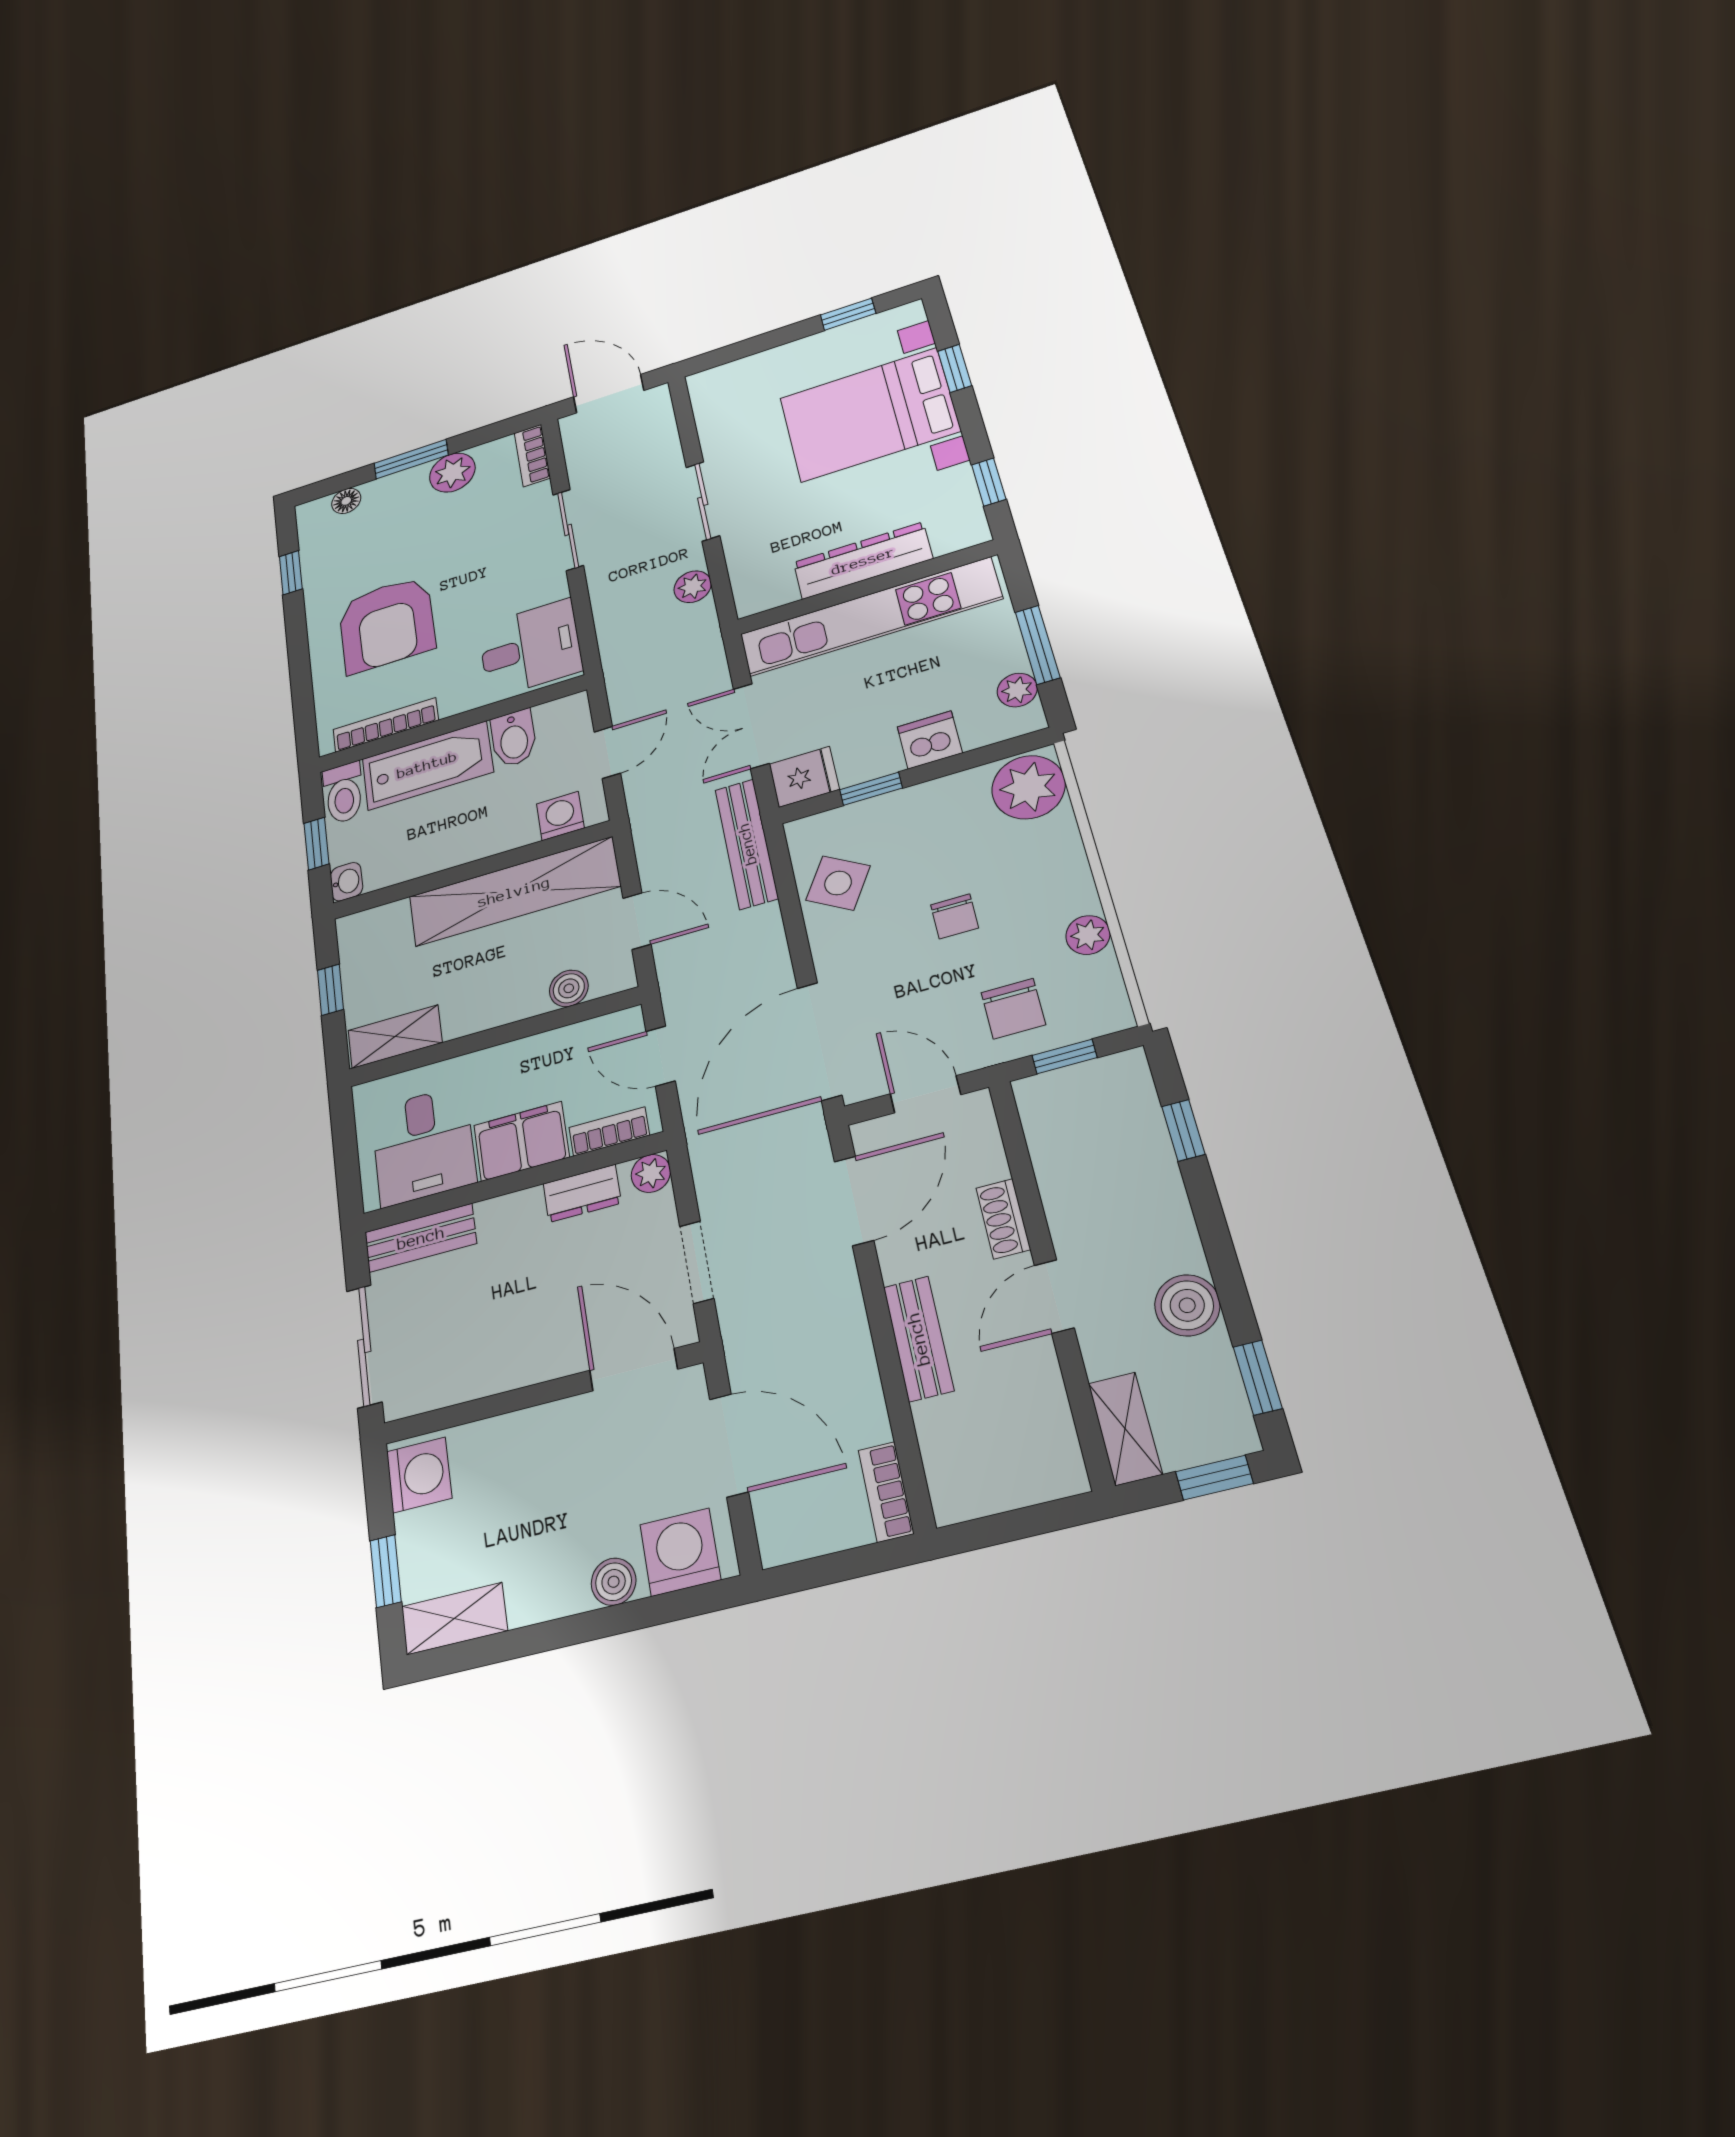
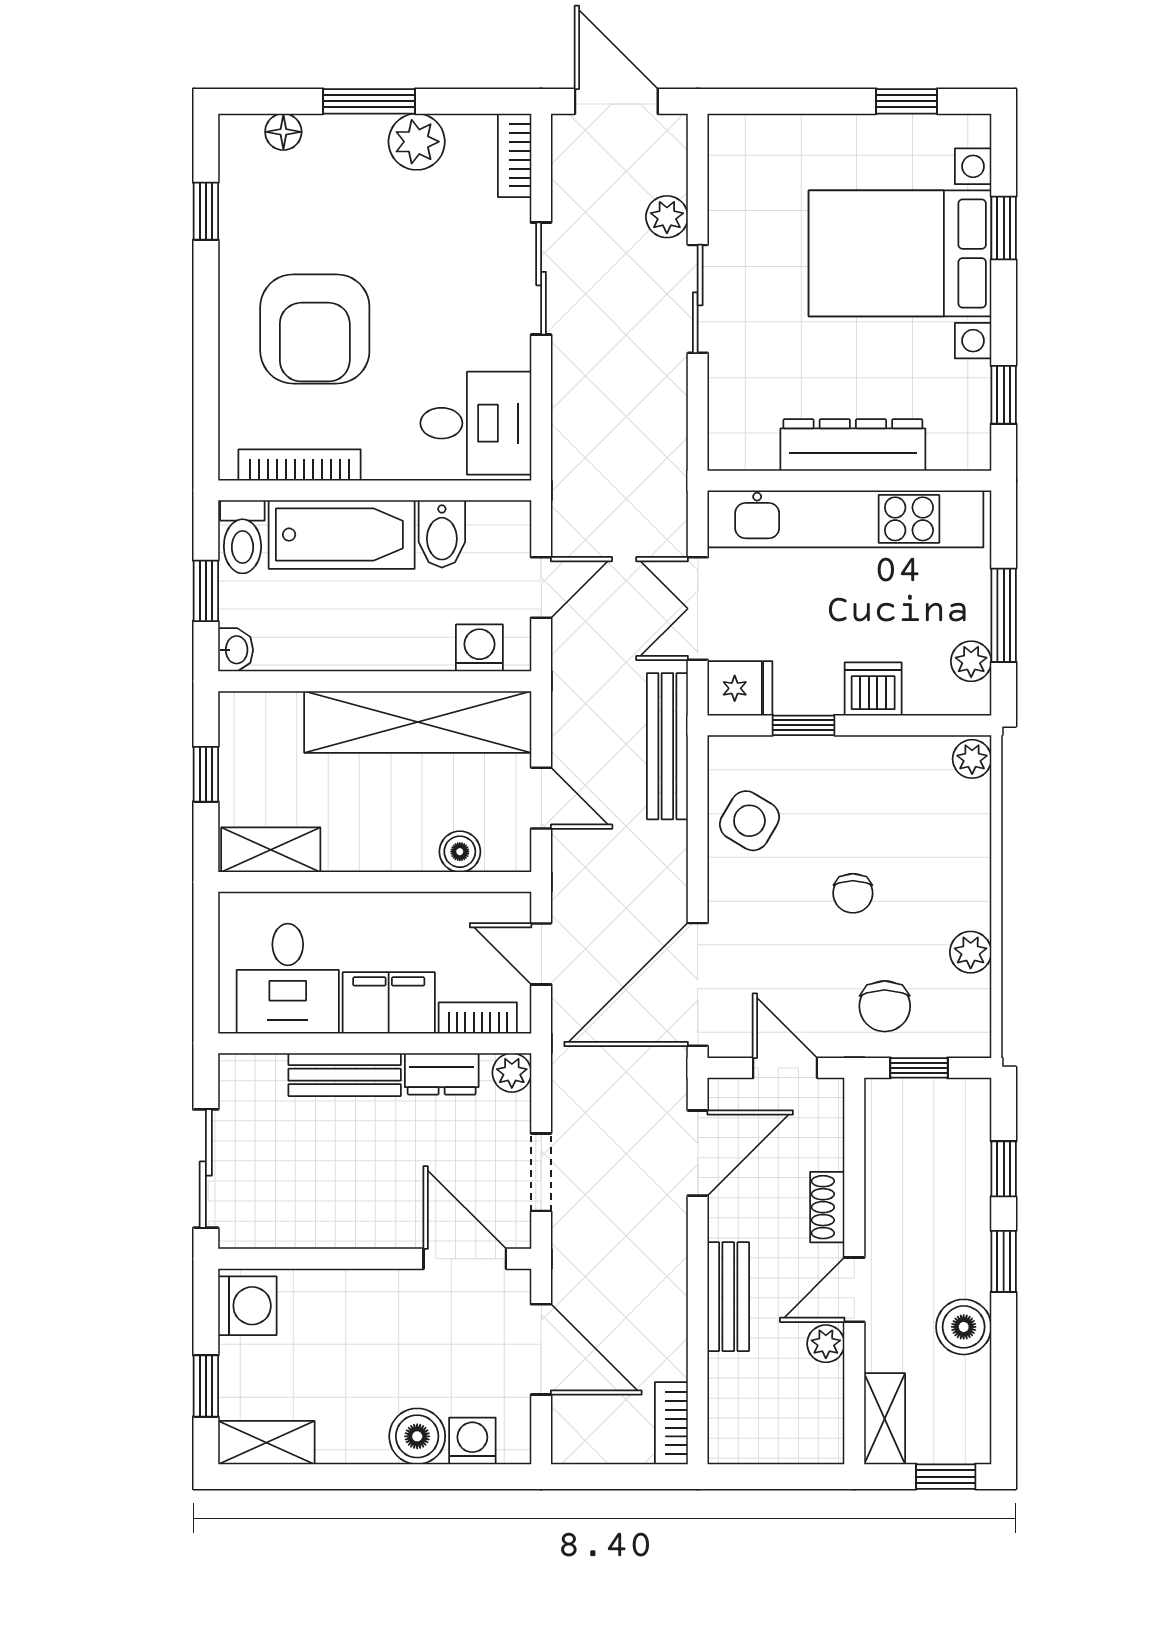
plant: (693, 587) -> (667, 217), moved
plant: (1028, 787) -> (972, 759), width x0.53, depth x0.53
bench: (421, 1238) -> (345, 1075), moved
plant: (1037, 1362) -> (826, 1344), added
window: (1258, 1378) -> (1004, 1261), moved
washing machine: (680, 1552) -> (472, 1441), width x0.73, depth x0.73
boiler: (614, 1582) -> (417, 1436), width x1.36, depth x1.36

